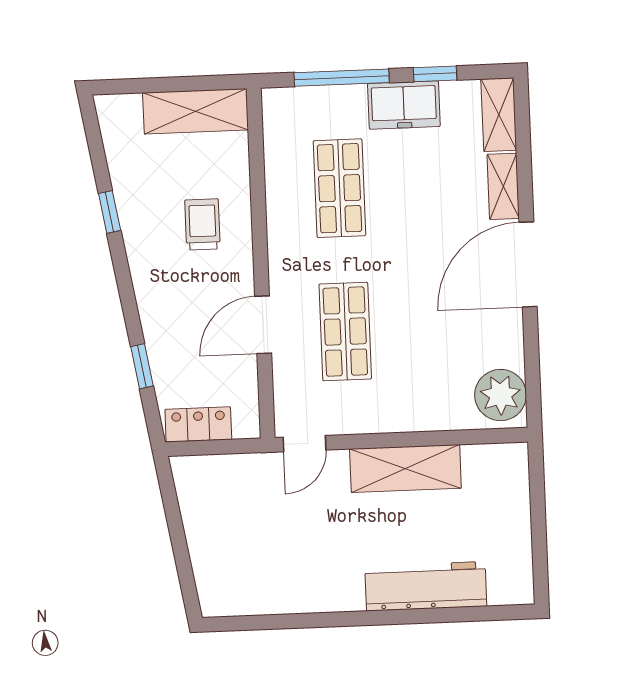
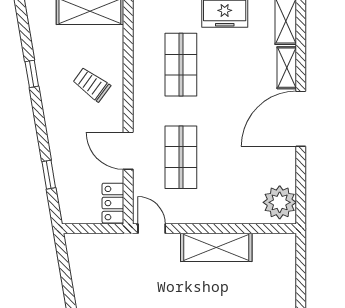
trolley: (202, 224) -> (91, 84), turned -54
door: (263, 325) -> (128, 151), hinge flipped
locker: (198, 424) -> (113, 203), moved, turned -90
door: (304, 444) -> (152, 229), swing flipped

